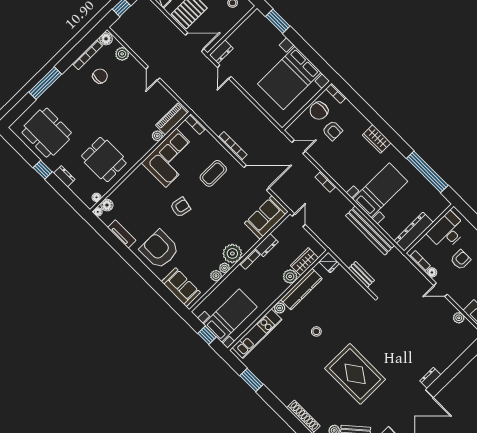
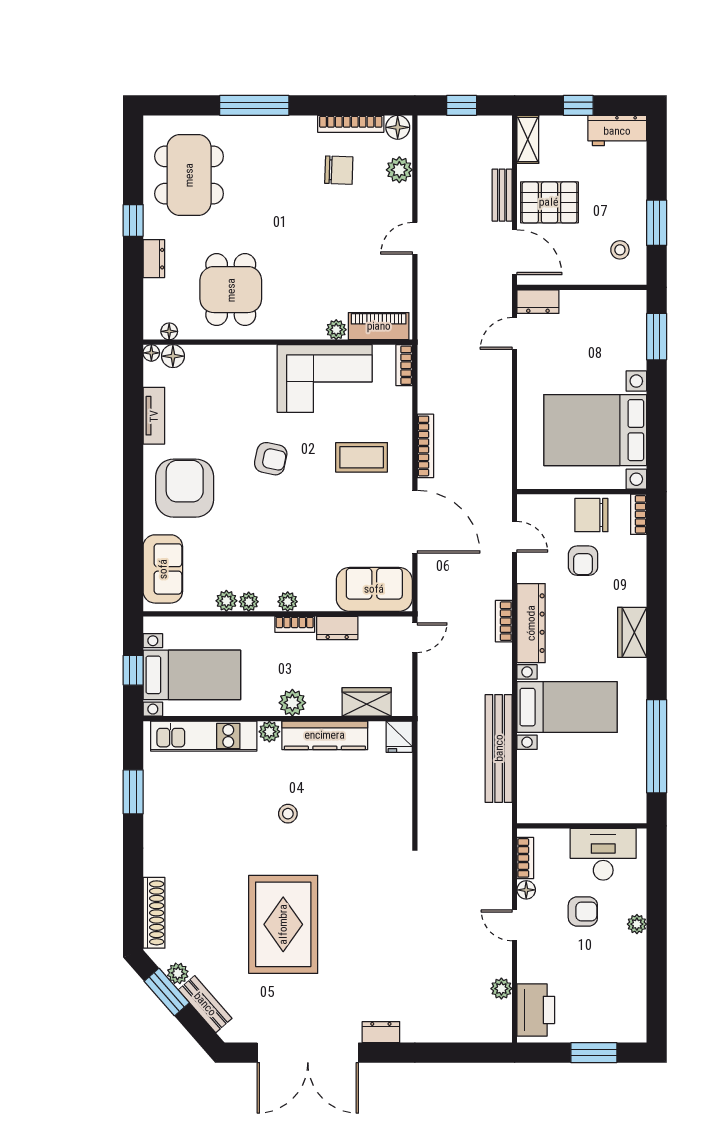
dresser: (414, 232) -> (531, 623), moved, turned 90
plant: (232, 253) -> (288, 602), width x0.53, depth x0.53
bench: (361, 274) -> (502, 195), moved
plant: (290, 276) -> (292, 703), moved

